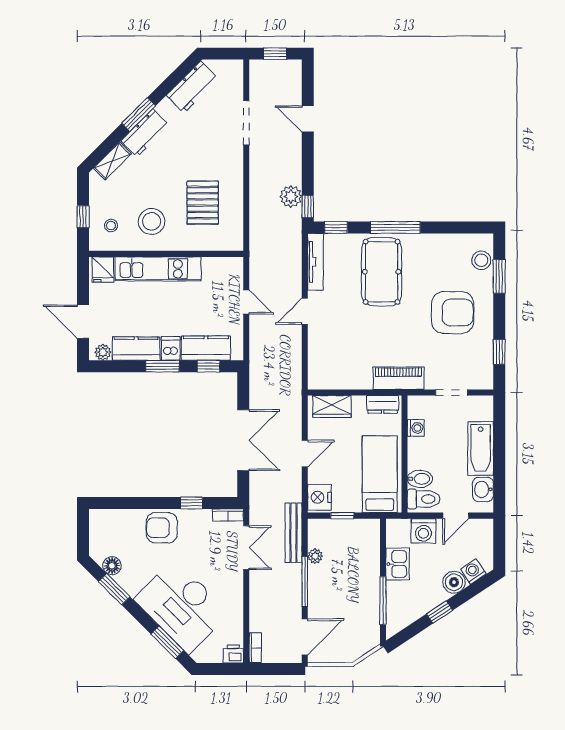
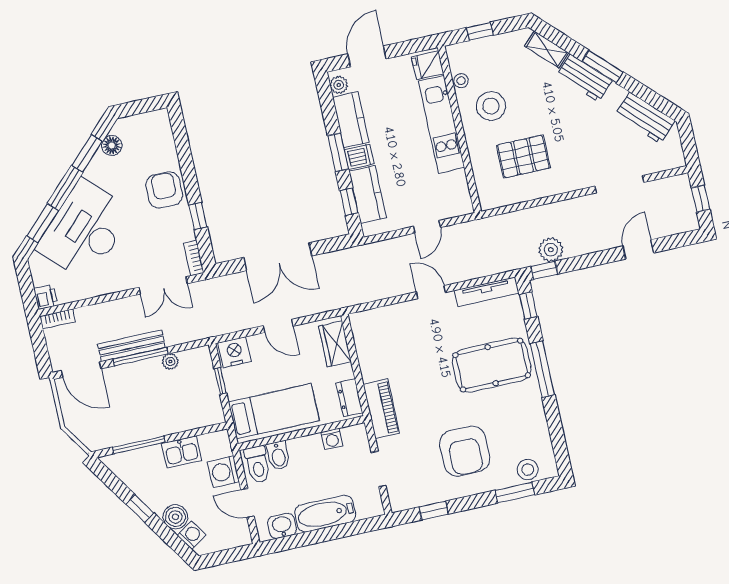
stool: (111, 226) -> (461, 81), moved
bench: (294, 533) -> (131, 346), moved

